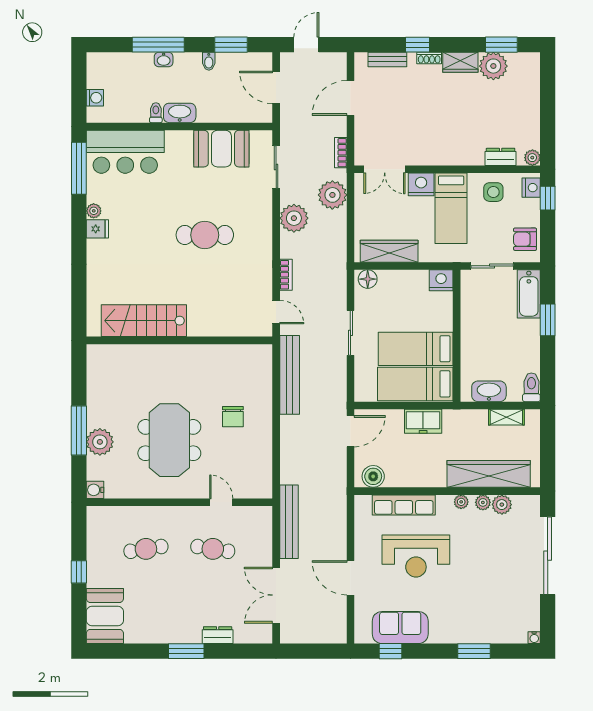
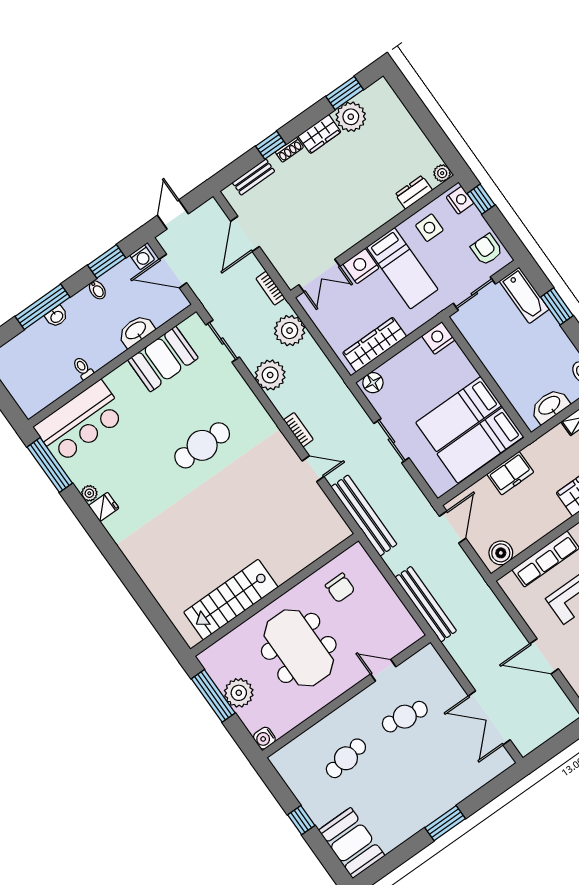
washing machine: (95, 98) -> (142, 257), moved, turned 90
washbasin: (180, 113) -> (136, 331), moved
armchair: (525, 239) -> (487, 249), turned 90
stairs: (144, 321) -> (231, 600), moved
wall: (179, 340) -> (274, 595), moved
bench: (289, 522) -> (426, 604), moved
dresser: (218, 635) -> (463, 790), removed

